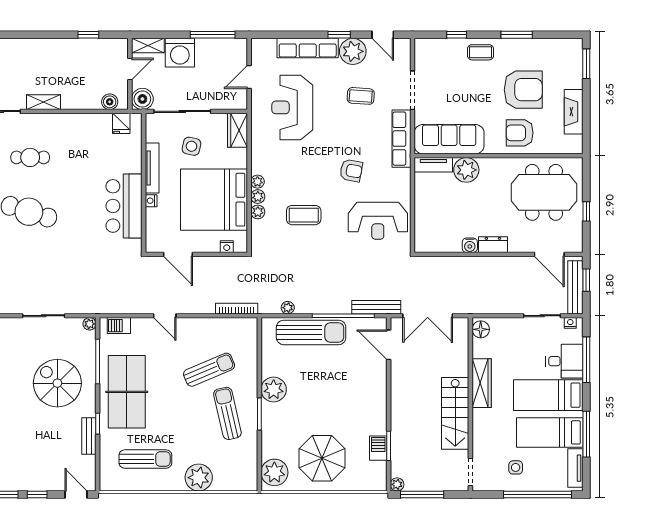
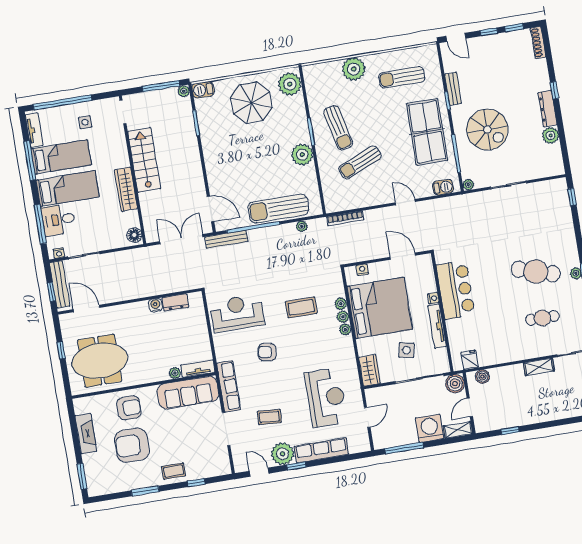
plant: (466, 170) -> (175, 373), width x0.53, depth x0.53
dresser: (493, 245) -> (175, 302), moved
barbecue: (378, 448) -> (203, 90), moved, turned 90

